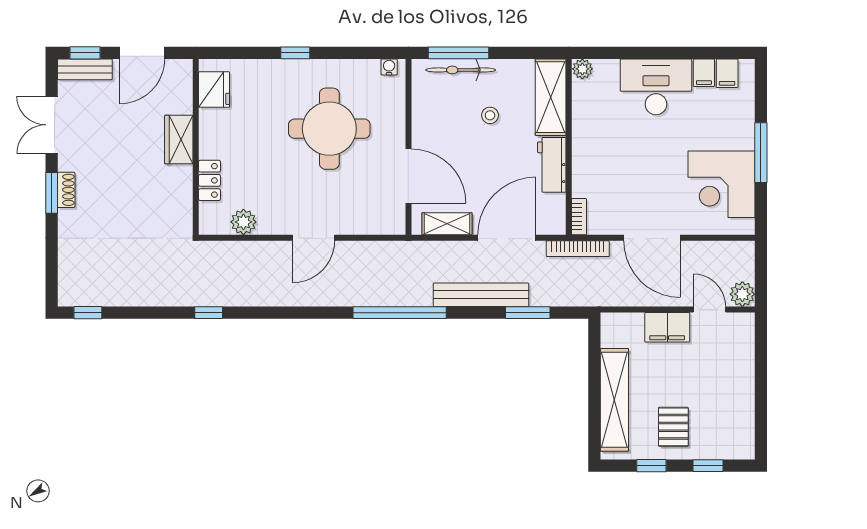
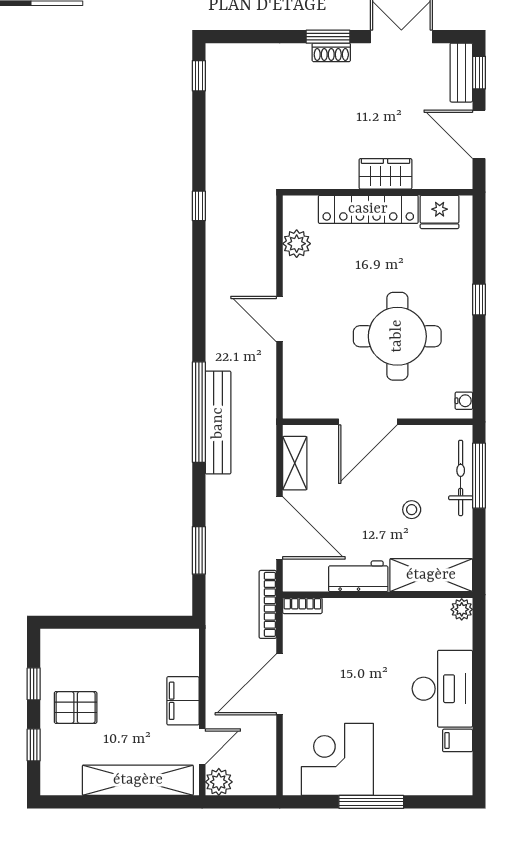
filing cabinet: (727, 73) -> (457, 765), removed
door: (409, 176) -> (368, 422), moved
locker: (209, 180) -> (368, 209), width x2.16, depth x1.21
bench: (481, 295) -> (218, 423), moved
shelving: (614, 400) -> (138, 780), moved

